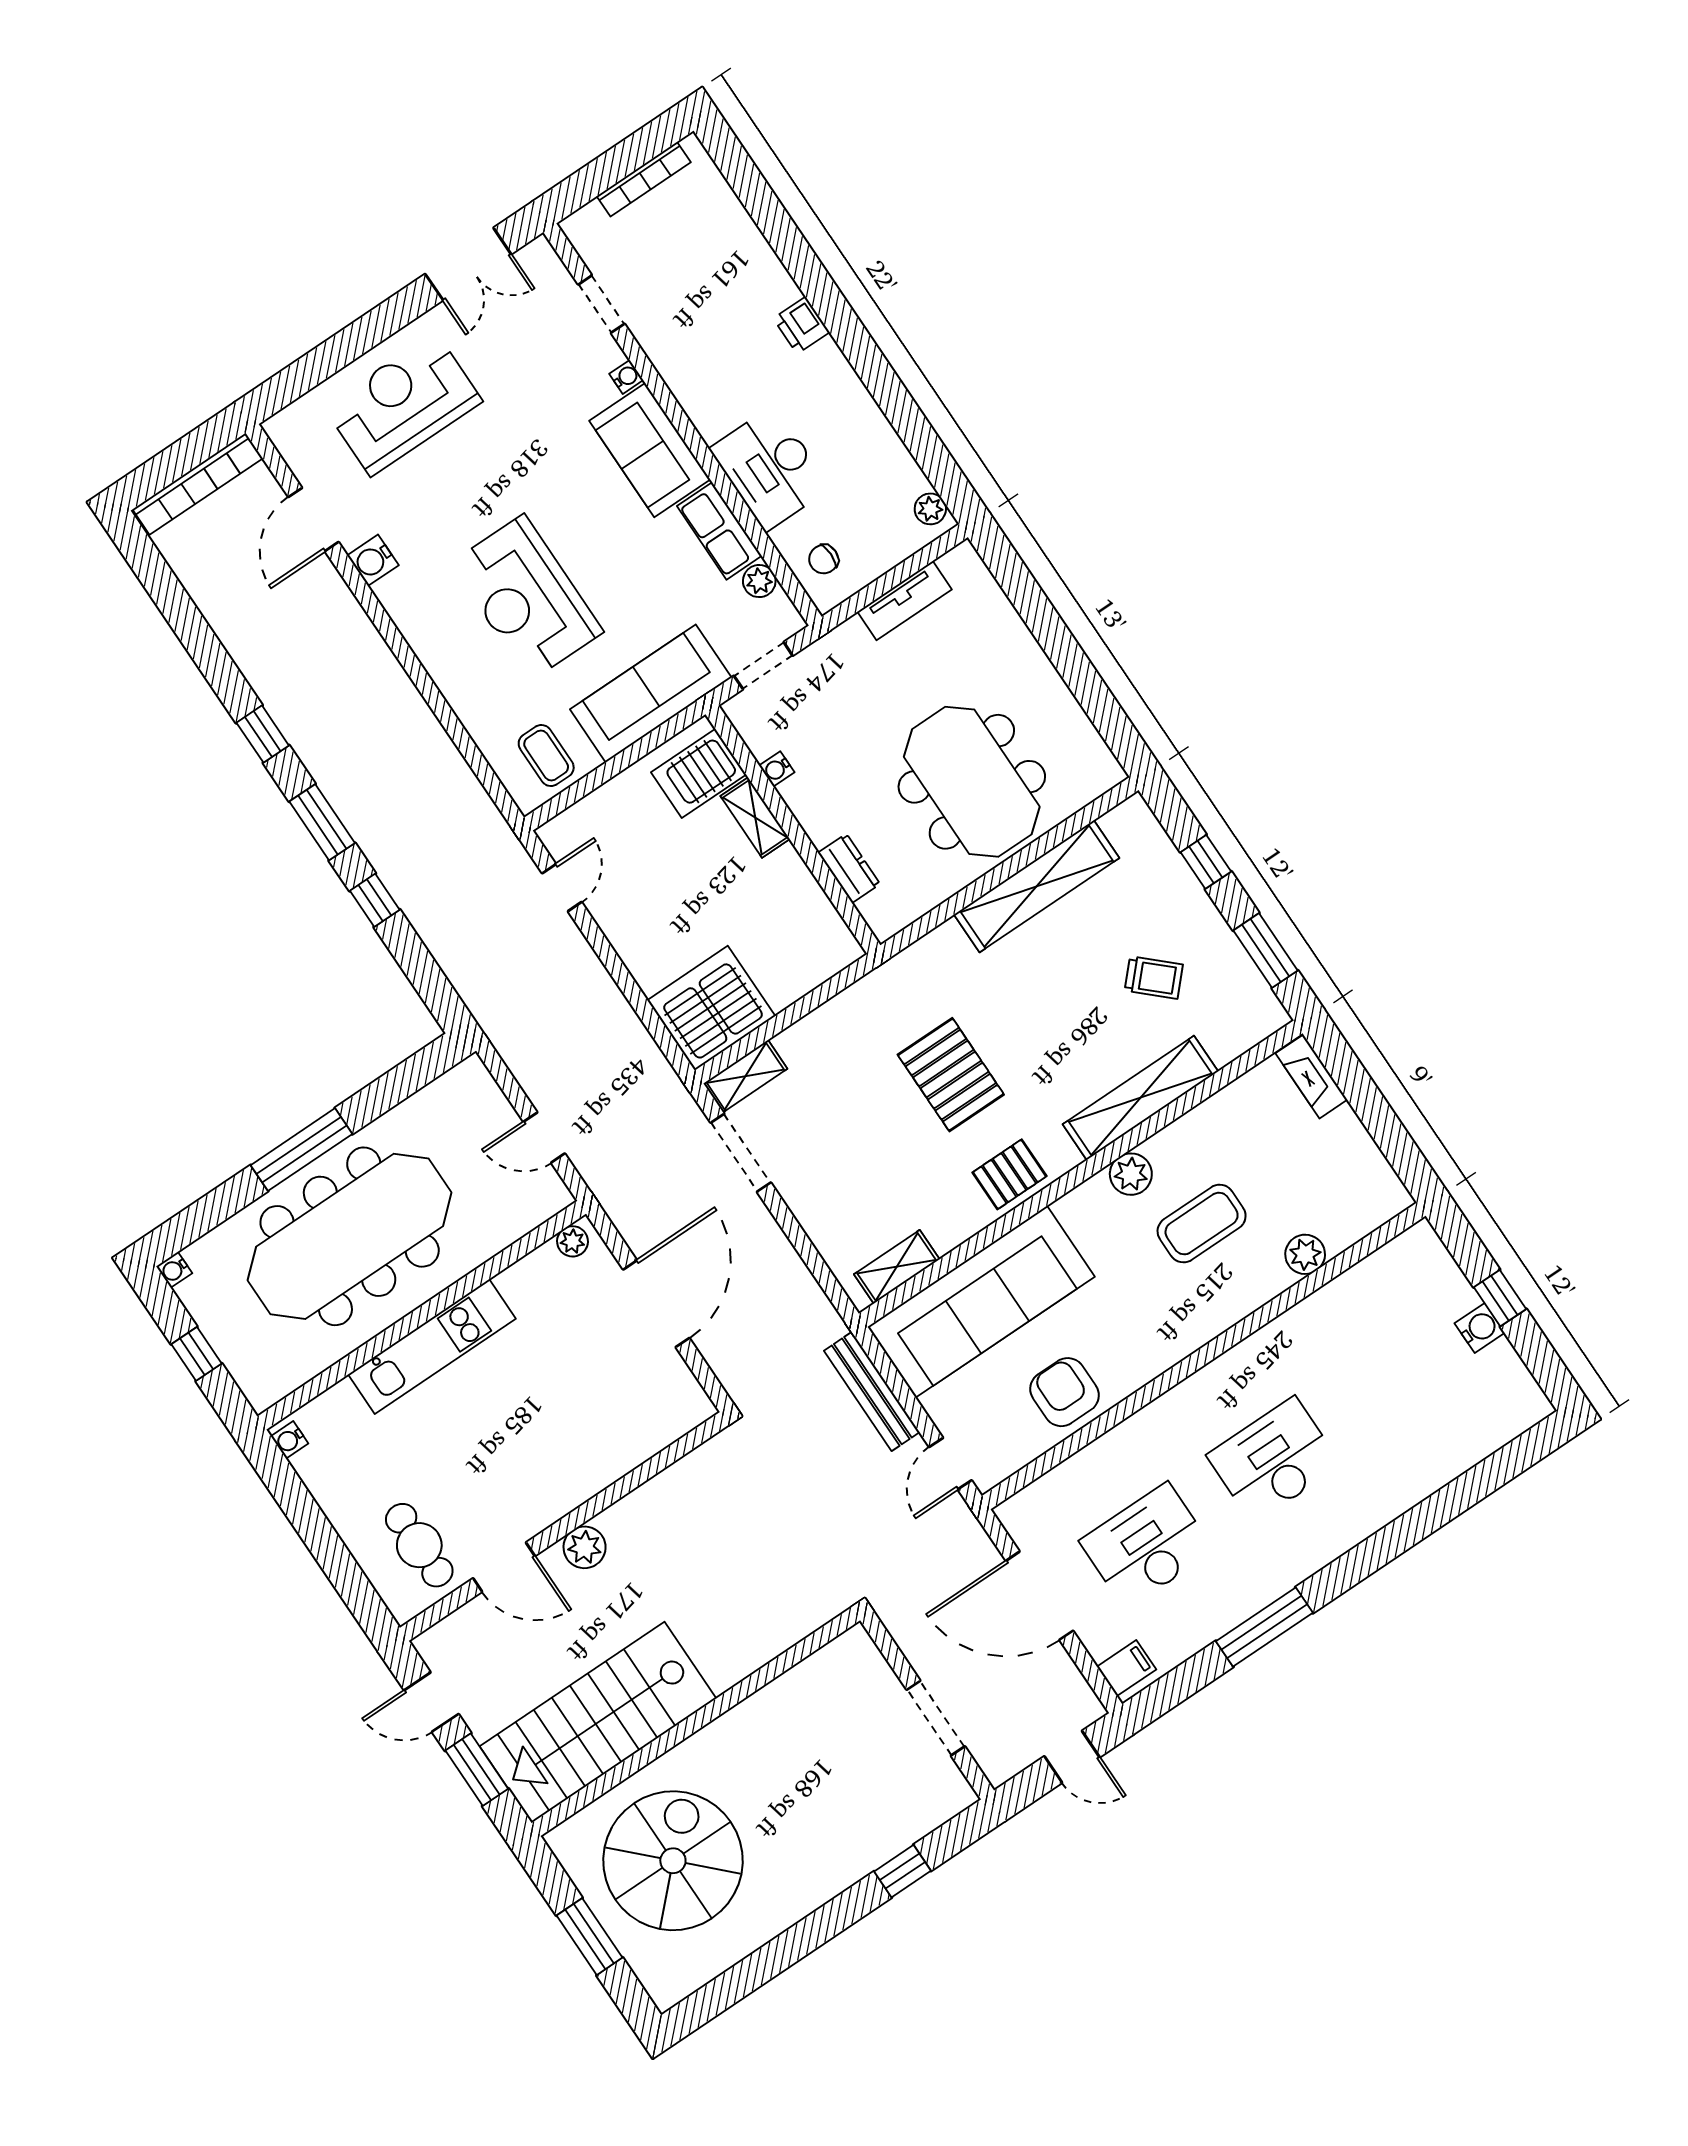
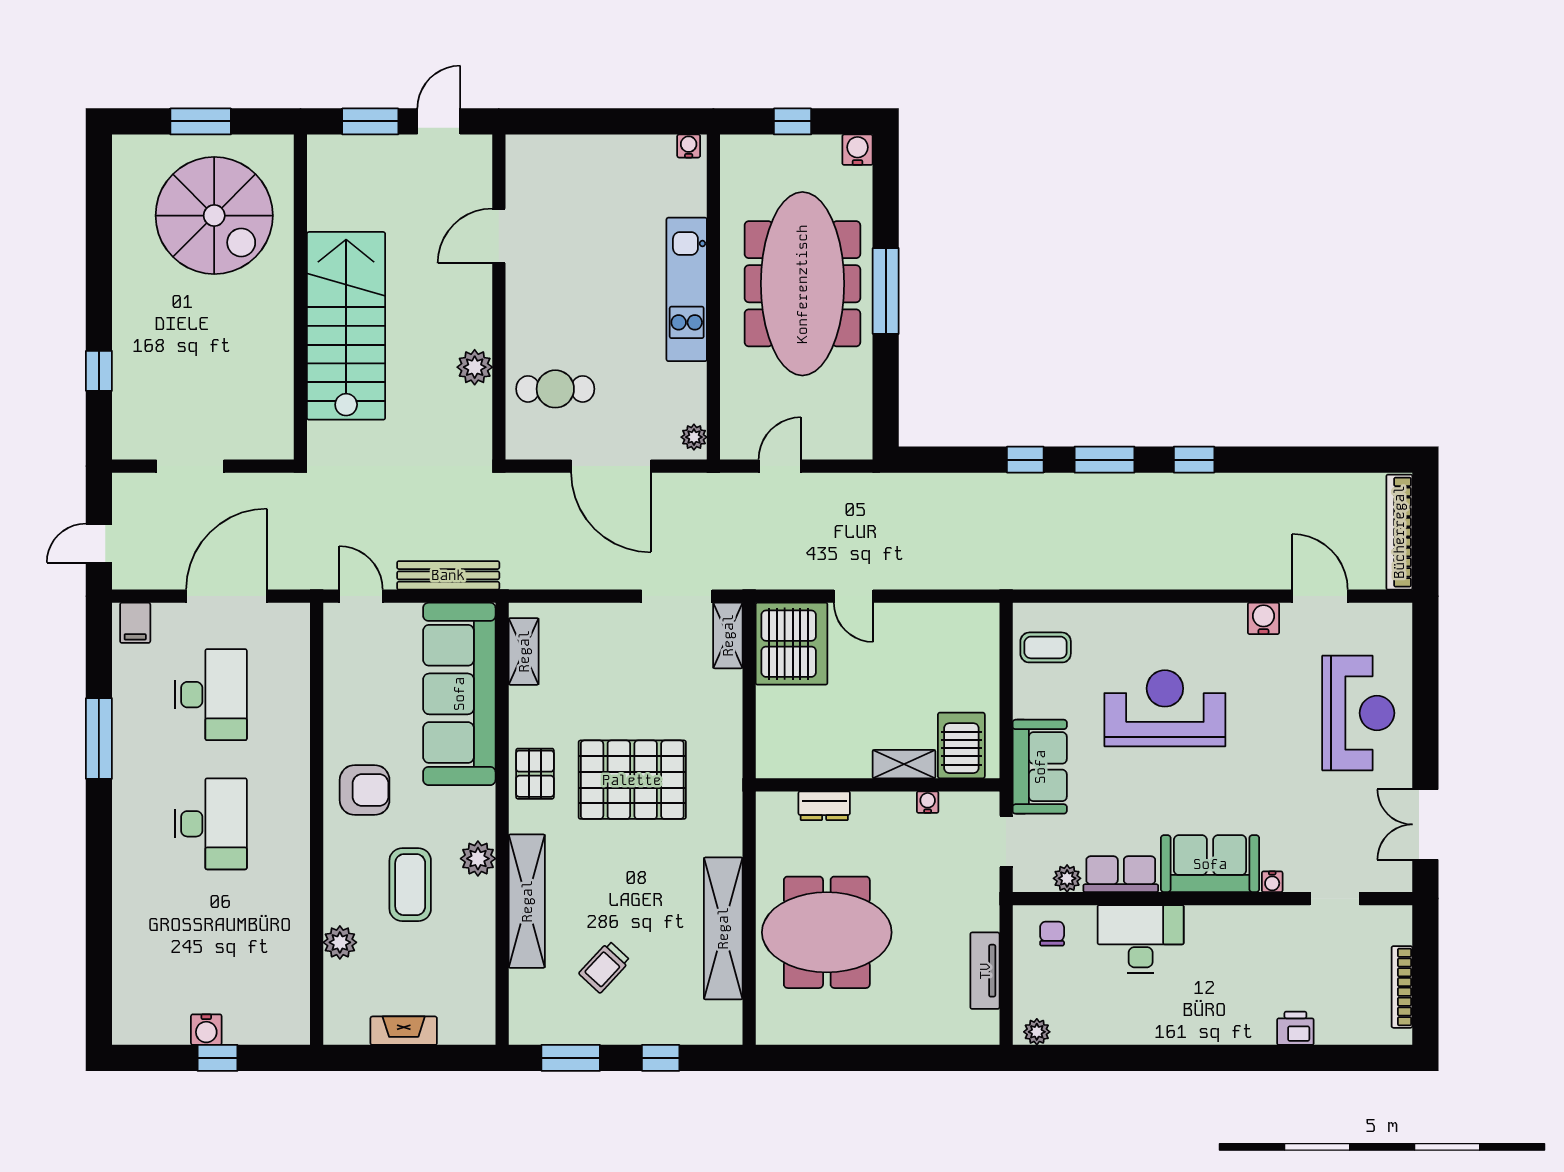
printer: (801, 325) -> (1295, 1028), moved
sofa: (651, 693) -> (1040, 767), width x0.73
door: (562, 888) -> (854, 596), moved
pallet: (951, 1075) -> (632, 780), width x1.37, depth x1.41
fireplace: (1312, 1076) -> (404, 1031), moved
water cooler: (174, 1270) -> (857, 150), width x1.38, depth x1.38
armchair: (1065, 1392) -> (365, 790), moved
cafe table: (419, 1545) -> (555, 389), moved
plant: (585, 1547) -> (475, 367), moved
stairs: (598, 1722) -> (346, 326), moved

